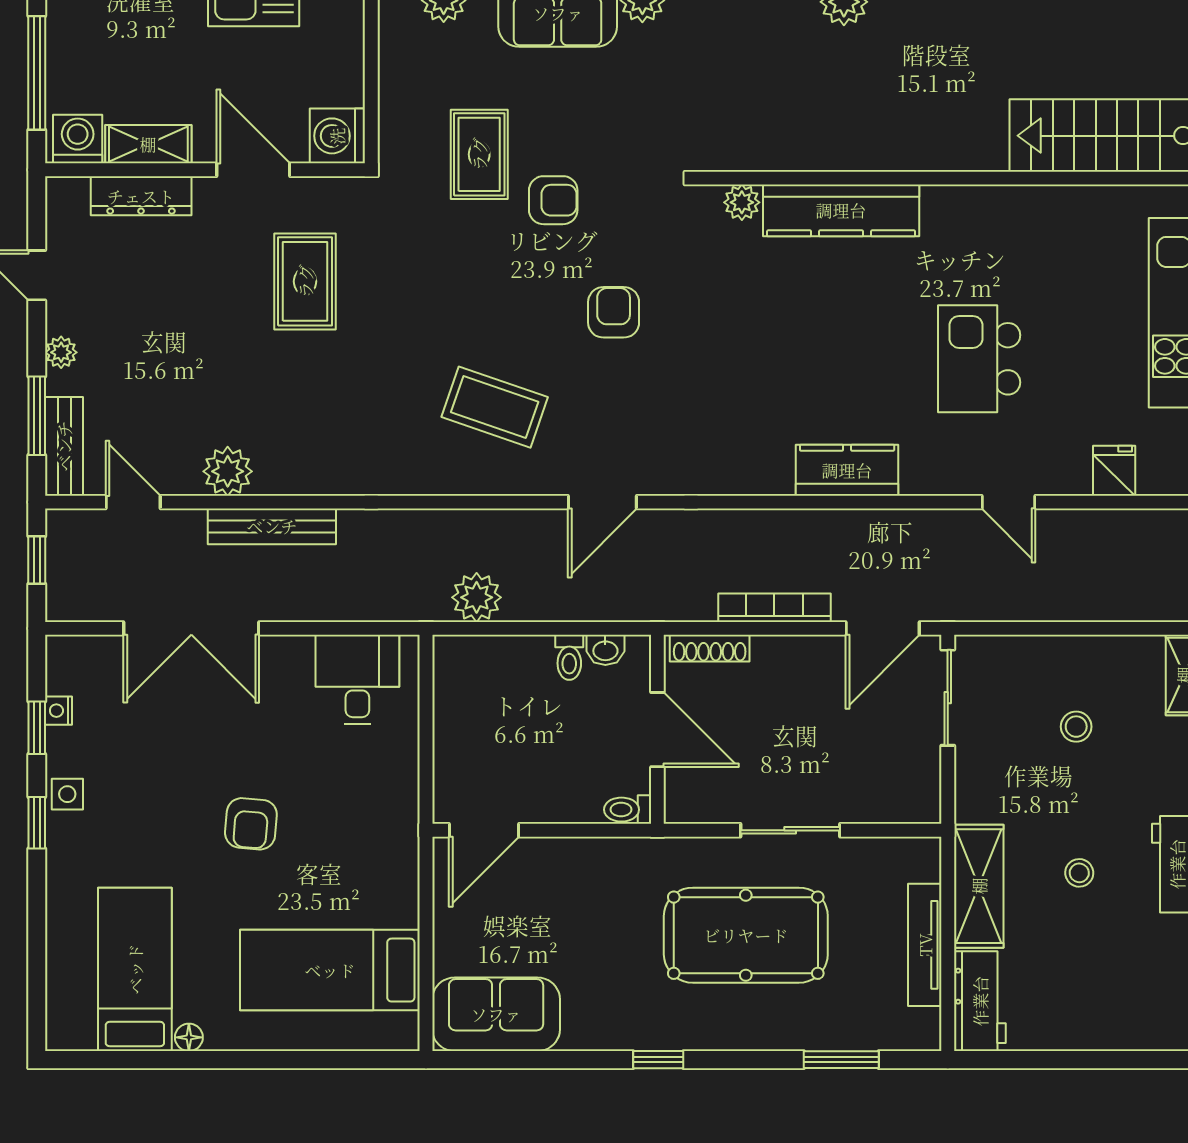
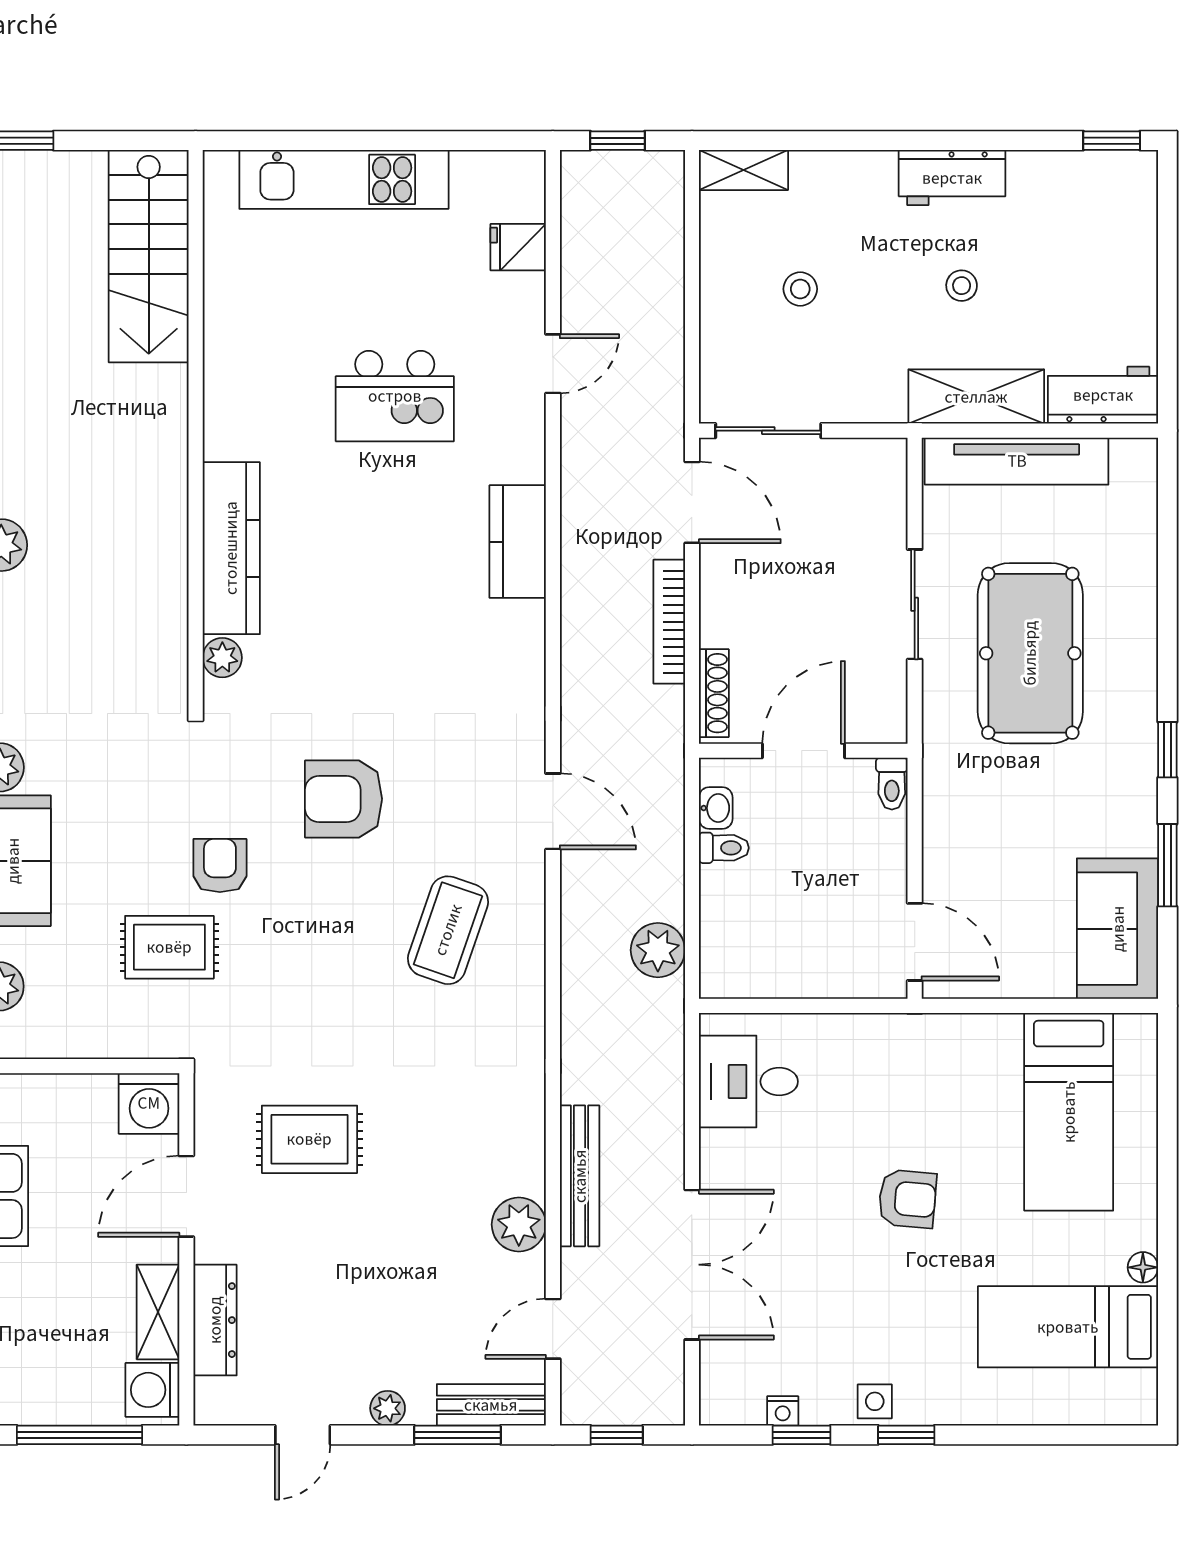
armchair: (614, 312) -> (344, 799), width x1.38, depth x1.38
tv unit: (925, 945) -> (1017, 461), width x1.36, depth x1.29
window: (841, 1060) -> (1167, 865), moved

